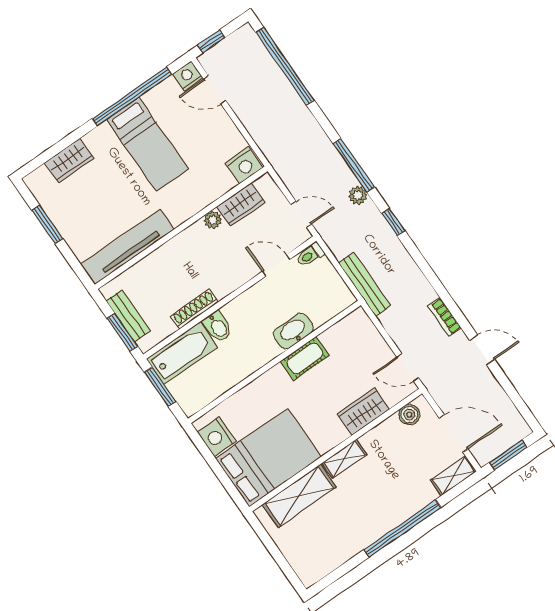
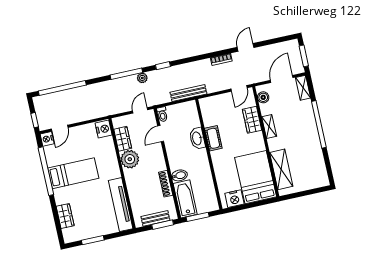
plant: (213, 220) -> (130, 159), width x1.87, depth x1.87
shelving: (344, 459) -> (269, 126), moved

